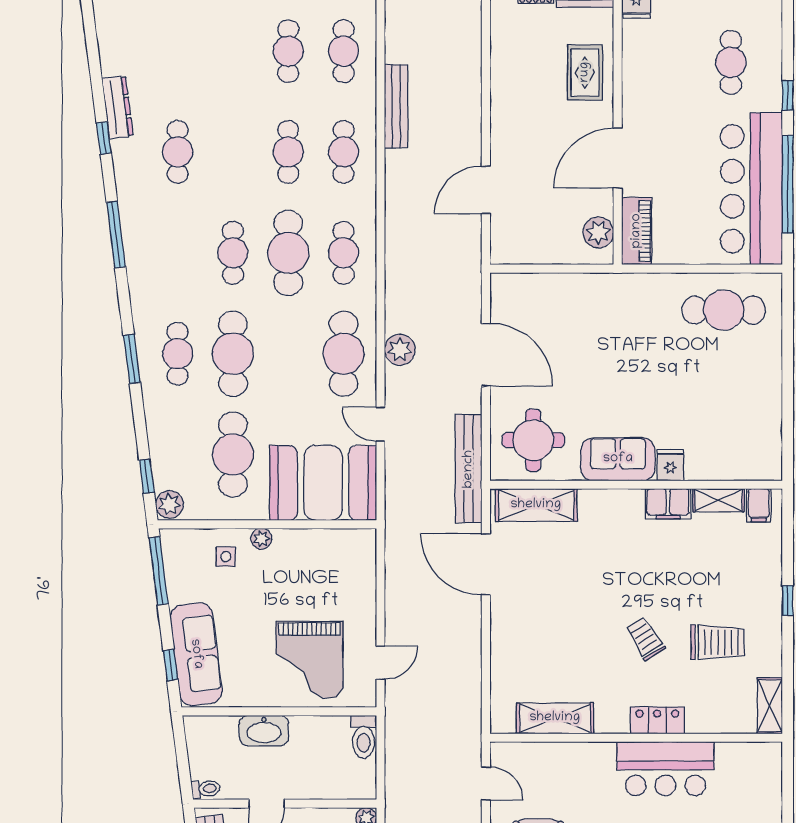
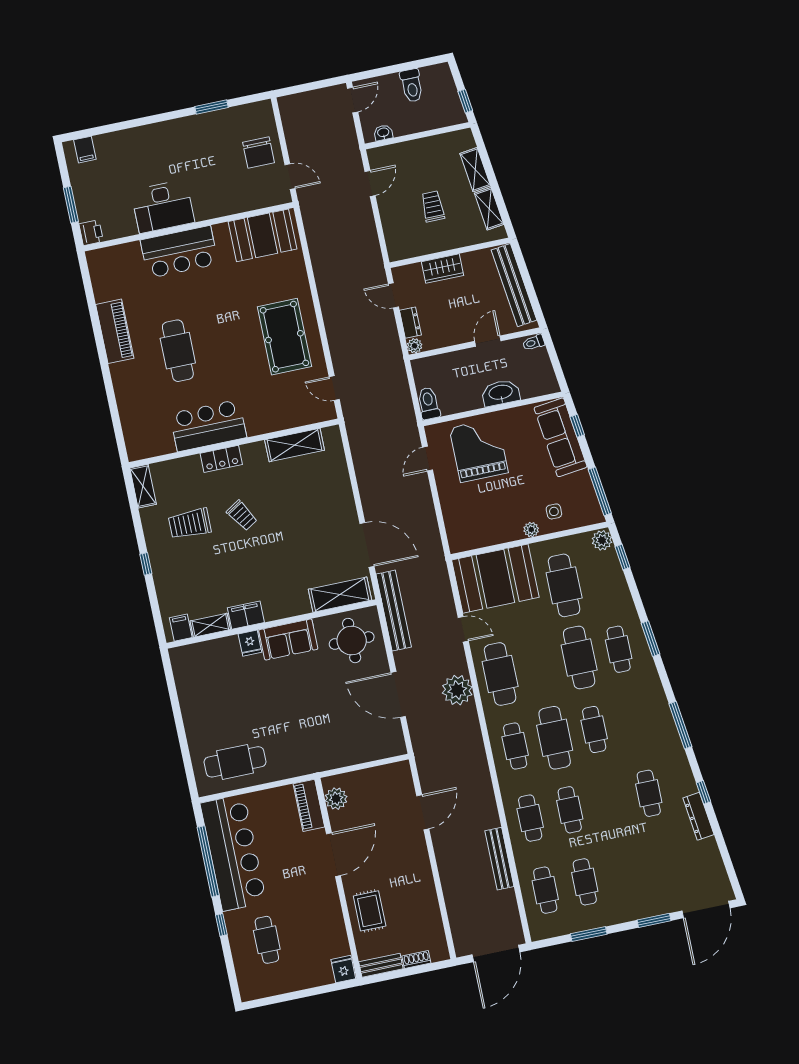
plant: (400, 350) -> (457, 690), width x1.36, depth x1.36

